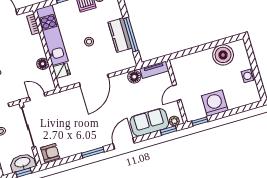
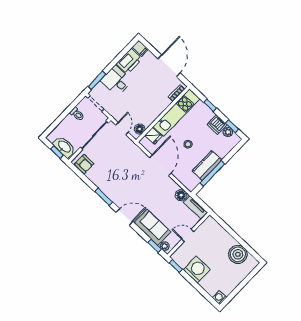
floor lamp: (43, 64) -> (140, 129), moved
washing machine: (248, 76) -> (219, 298), moved
door: (94, 80) -> (160, 165), swing flipped

